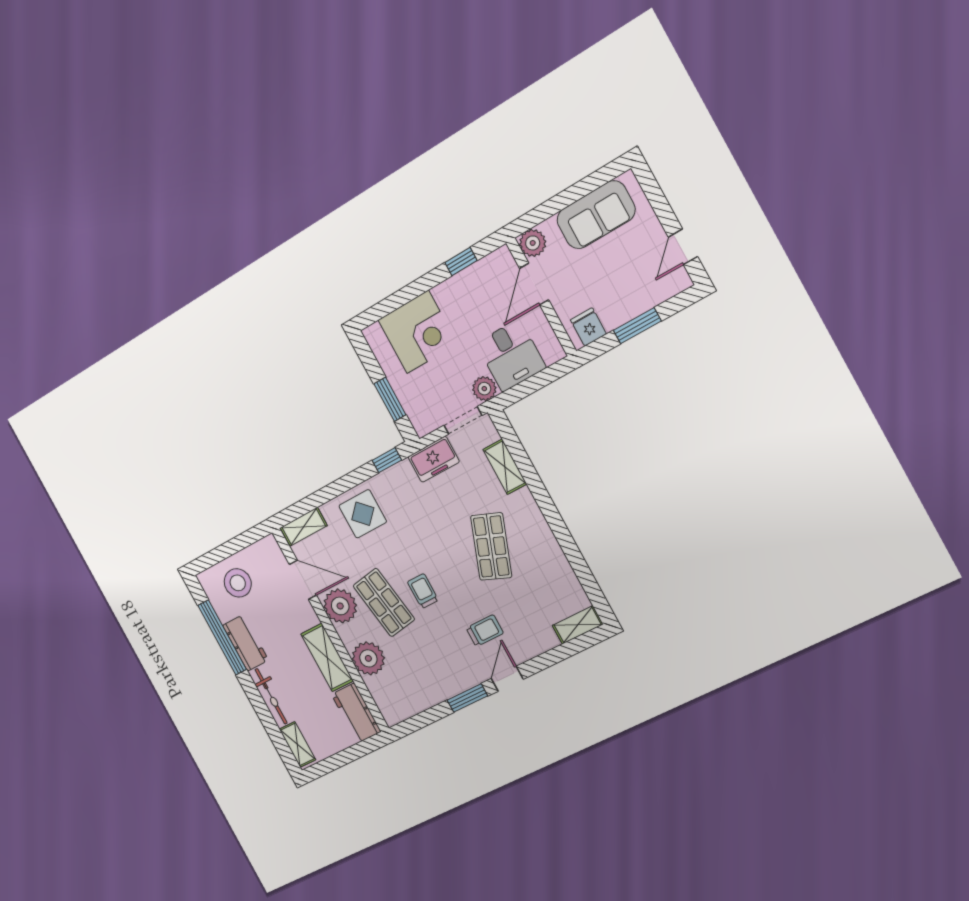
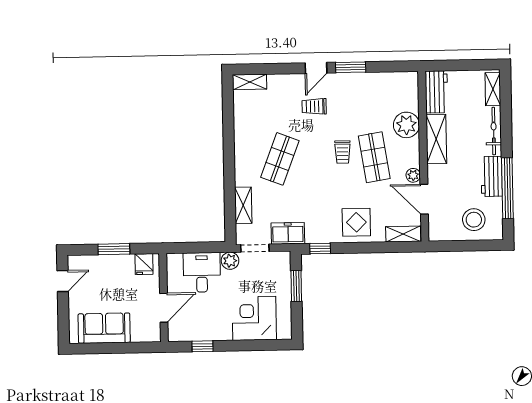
plant: (533, 243) -> (151, 333), removed
plant: (340, 606) -> (413, 175), width x0.53, depth x0.53

